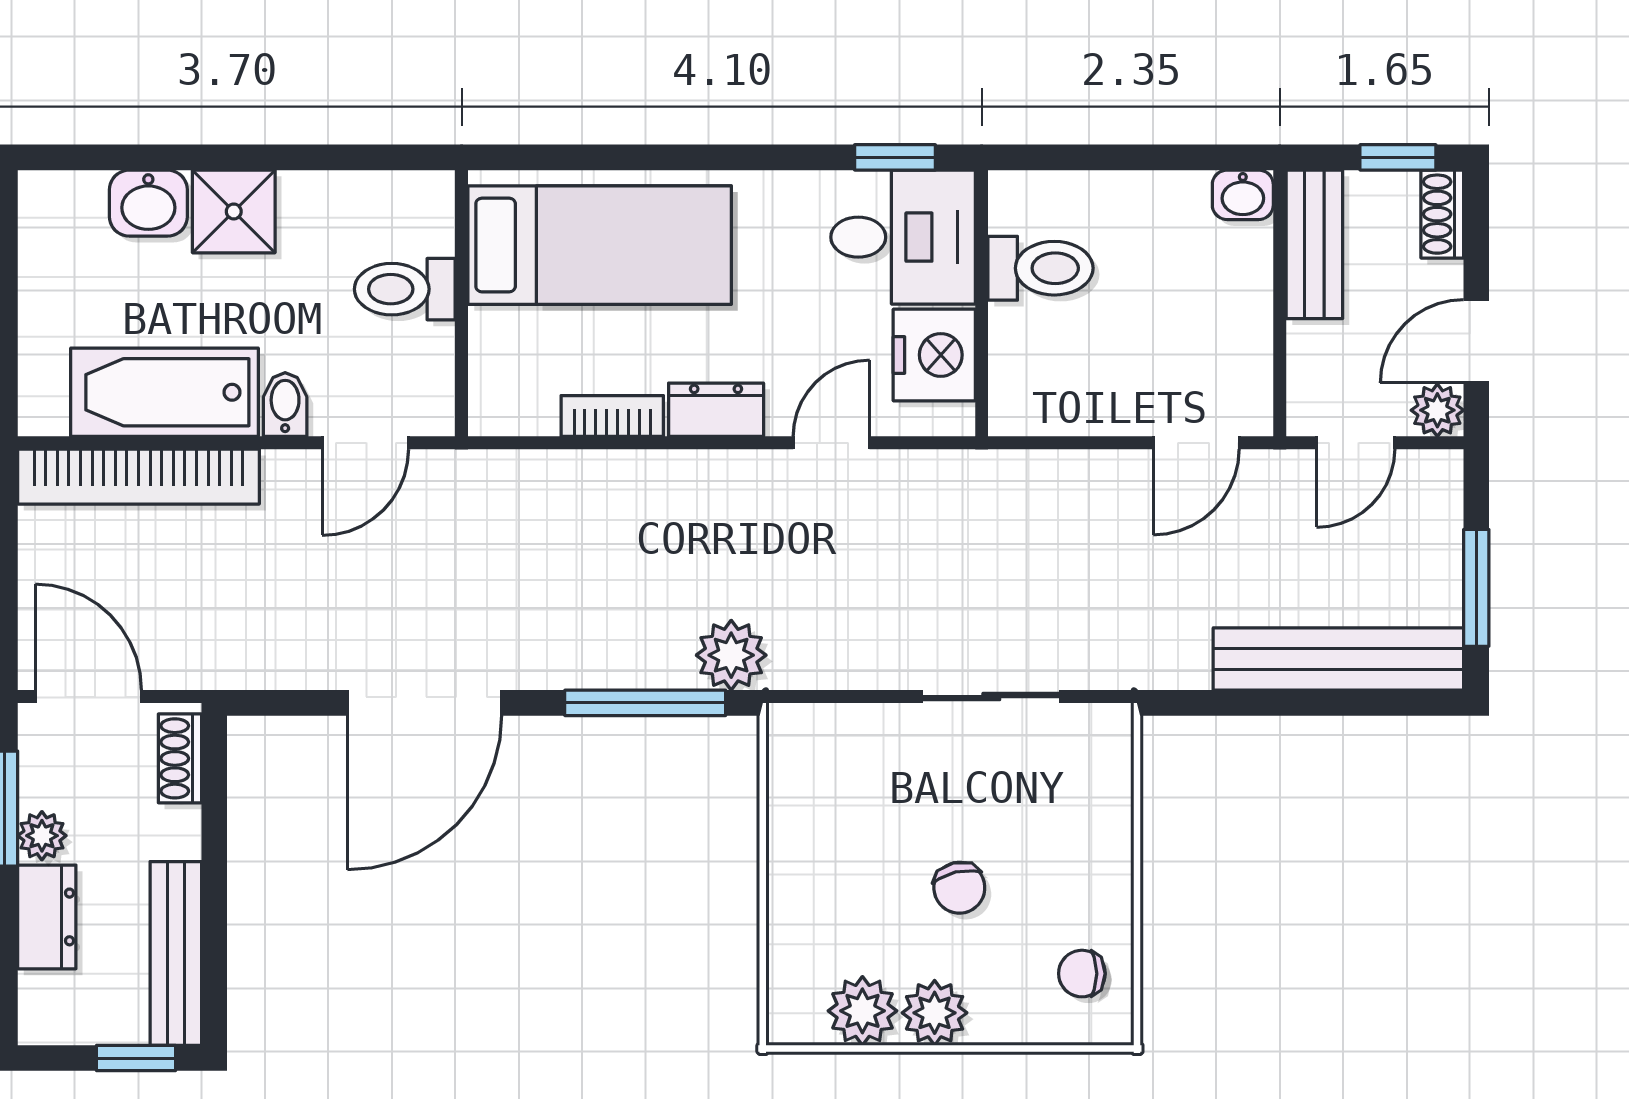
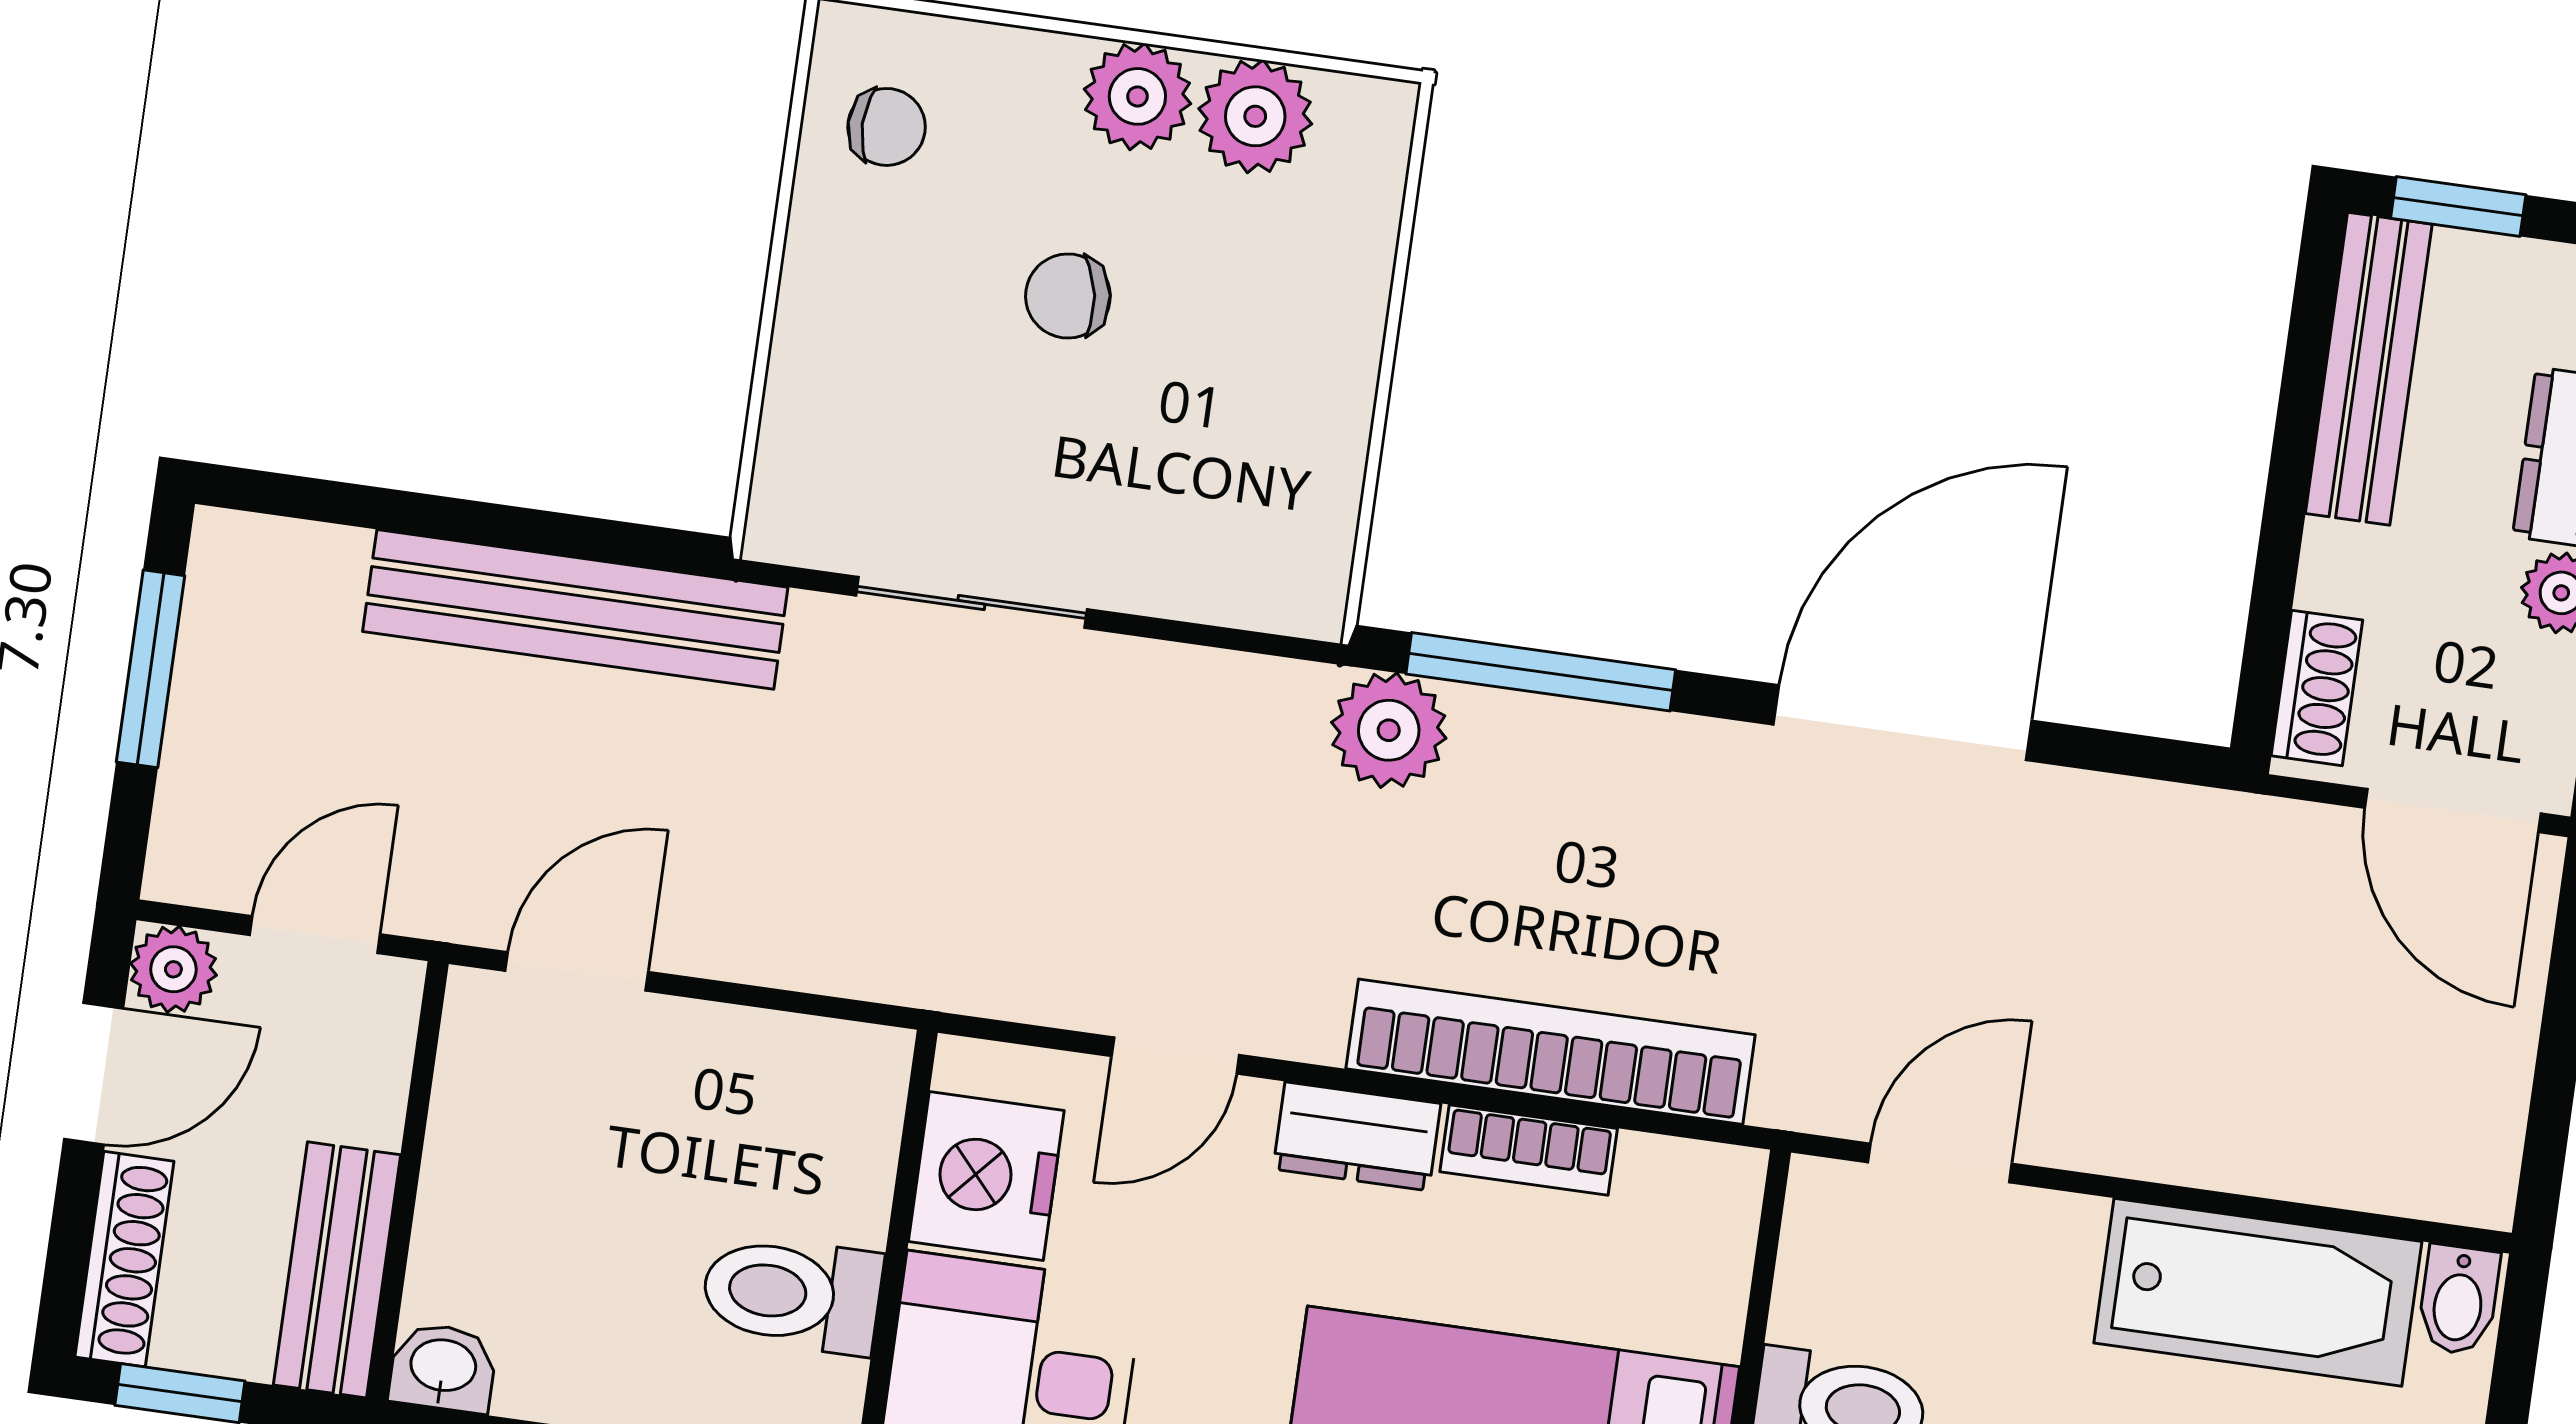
shoe rack: (1442, 214) -> (124, 1259), width x1.43
bidet: (285, 405) -> (2458, 1300), moved
bookcase: (138, 477) -> (1551, 1052), moved
bench: (1338, 659) -> (575, 609), moved
chair: (959, 888) -> (1068, 296), turned -86

